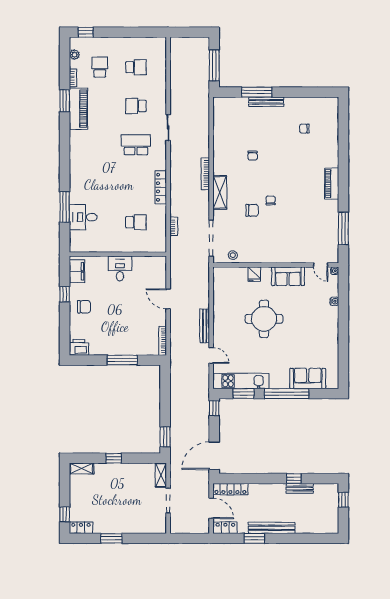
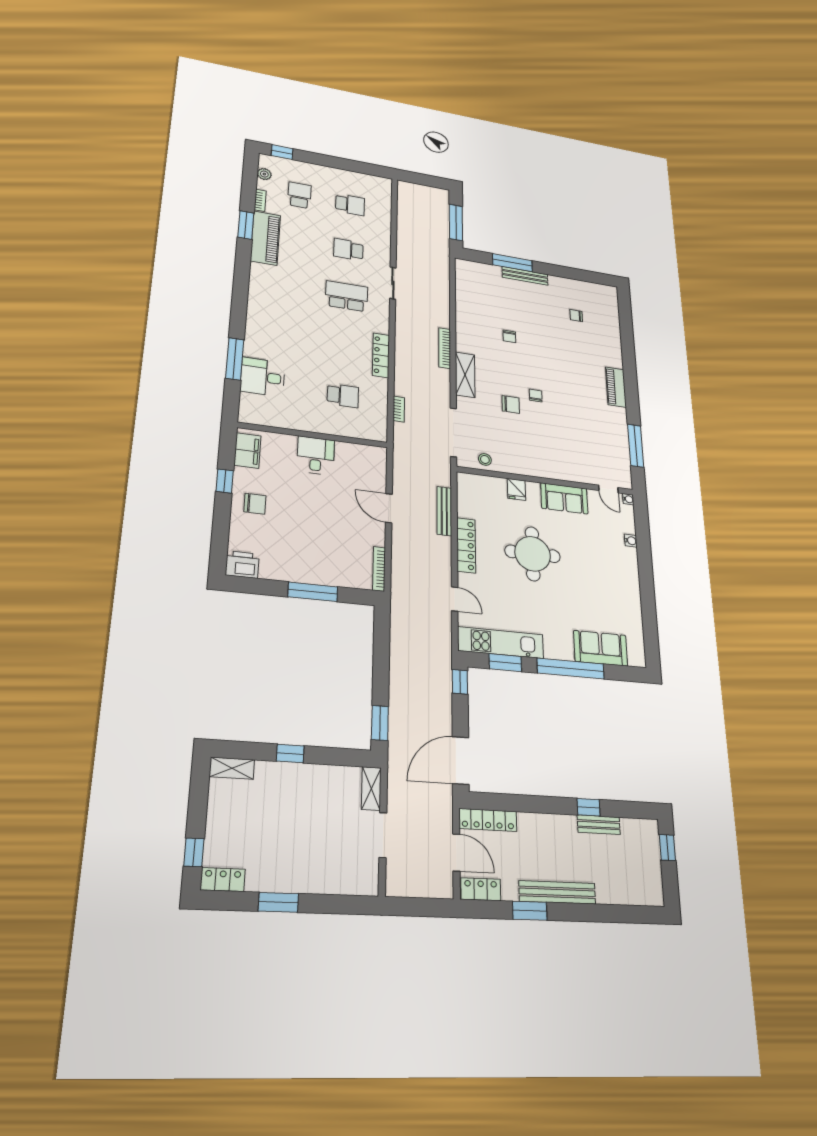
locker: (219, 318) -> (466, 545), added
bench: (205, 326) -> (444, 511), moved

